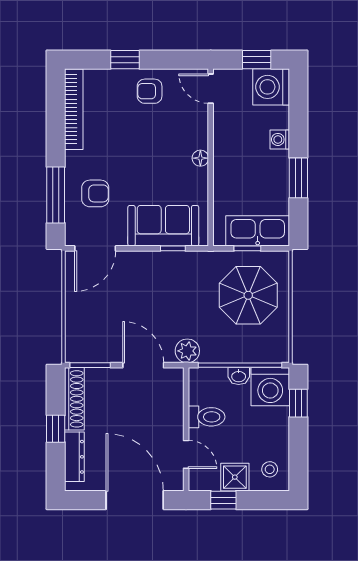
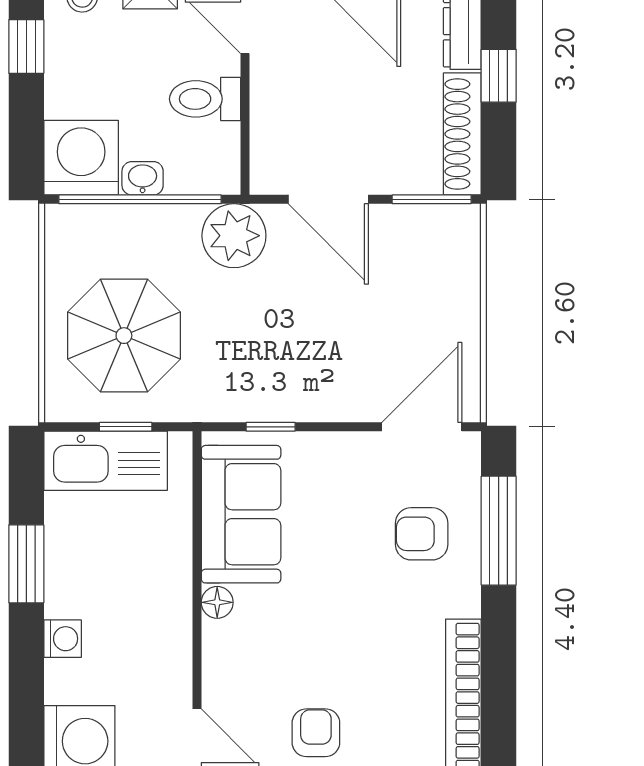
armchair: (150, 91) -> (316, 733), turned -90
sofa: (163, 226) -> (241, 514), moved, turned -90
plant: (187, 351) -> (234, 236), width x1.36, depth x1.36
window: (298, 403) -> (26, 46), moved

